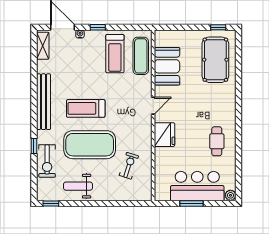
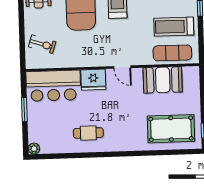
exercise bike: (129, 166) -> (42, 44), moved
bar counter: (197, 186) -> (53, 86), moved, turned 90

